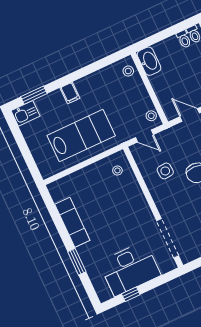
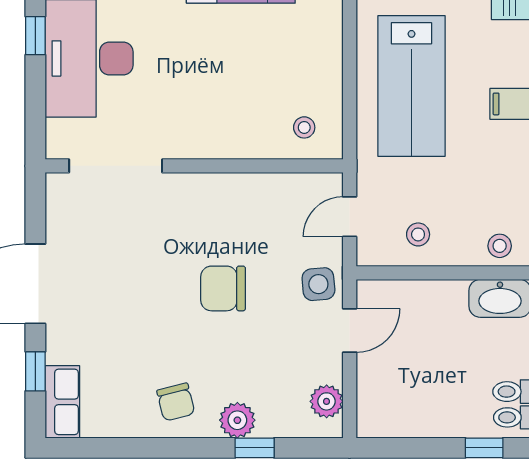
stool: (151, 116) -> (418, 234), moved
side table: (165, 171) -> (318, 284), moved

